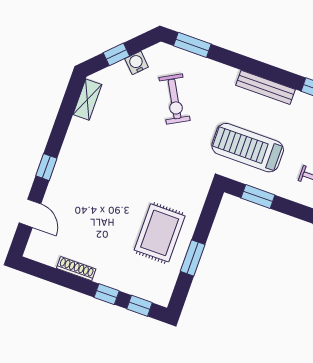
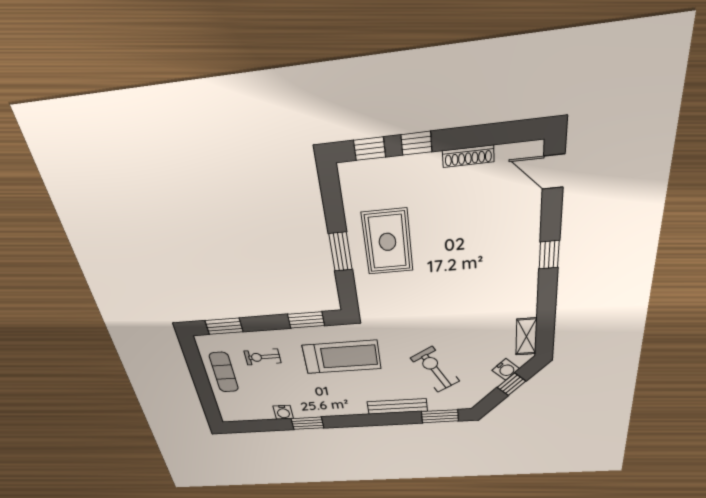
water cooler: (137, 63) -> (506, 369), moved
bench: (265, 87) -> (397, 406), moved
door: (30, 213) -> (553, 172), moved
window: (193, 258) -> (341, 252), moved

